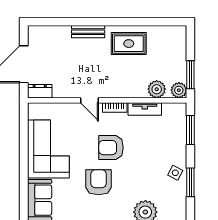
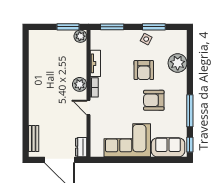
bench: (88, 32) -> (34, 138), moved
rug: (129, 44) -> (43, 76), removed
plant: (157, 89) -> (80, 84), moved
door: (89, 100) -> (88, 108), swing flipped
armchair: (111, 148) -> (144, 70), moved

